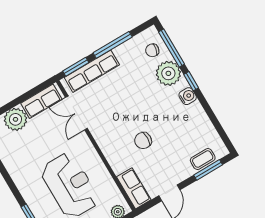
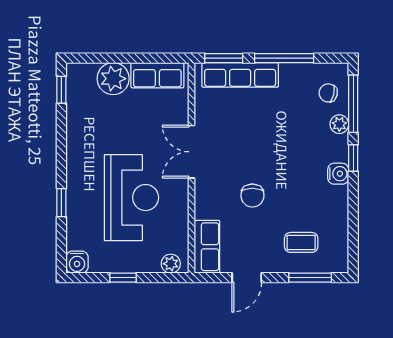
plant: (168, 73) -> (339, 124), width x0.53, depth x0.53
double door: (76, 113) -> (192, 152), moved
chair: (143, 141) -> (252, 196), turned -90
coffee table: (203, 159) -> (301, 242), moved

